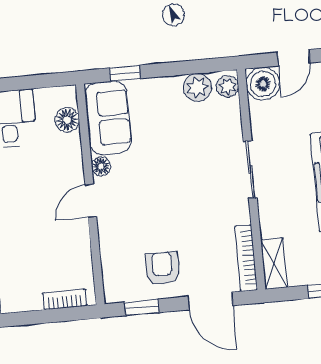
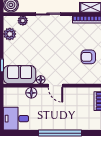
plant: (228, 86) -> (23, 21), moved
floor lamp: (67, 120) -> (31, 93), moved

